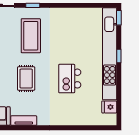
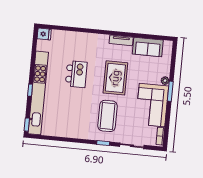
rug: (26, 79) -> (115, 78), width x1.36, depth x1.43
fridge: (109, 107) -> (44, 34), moved

